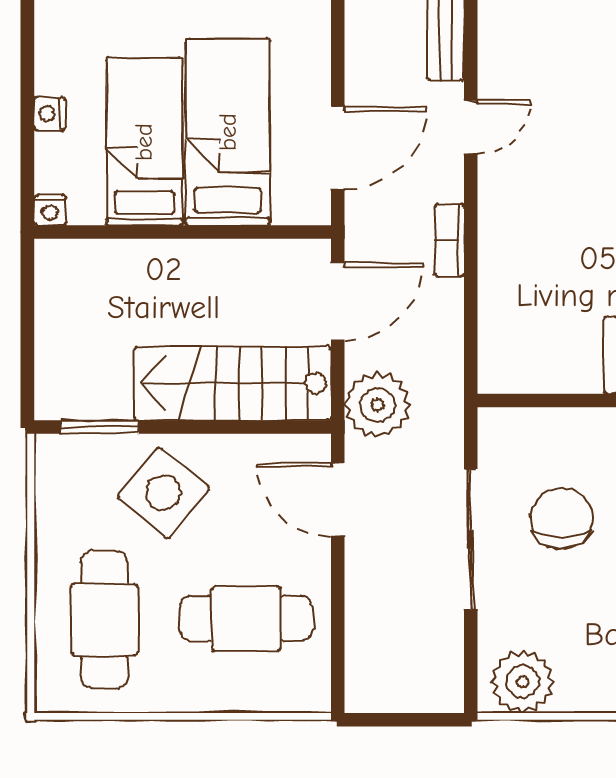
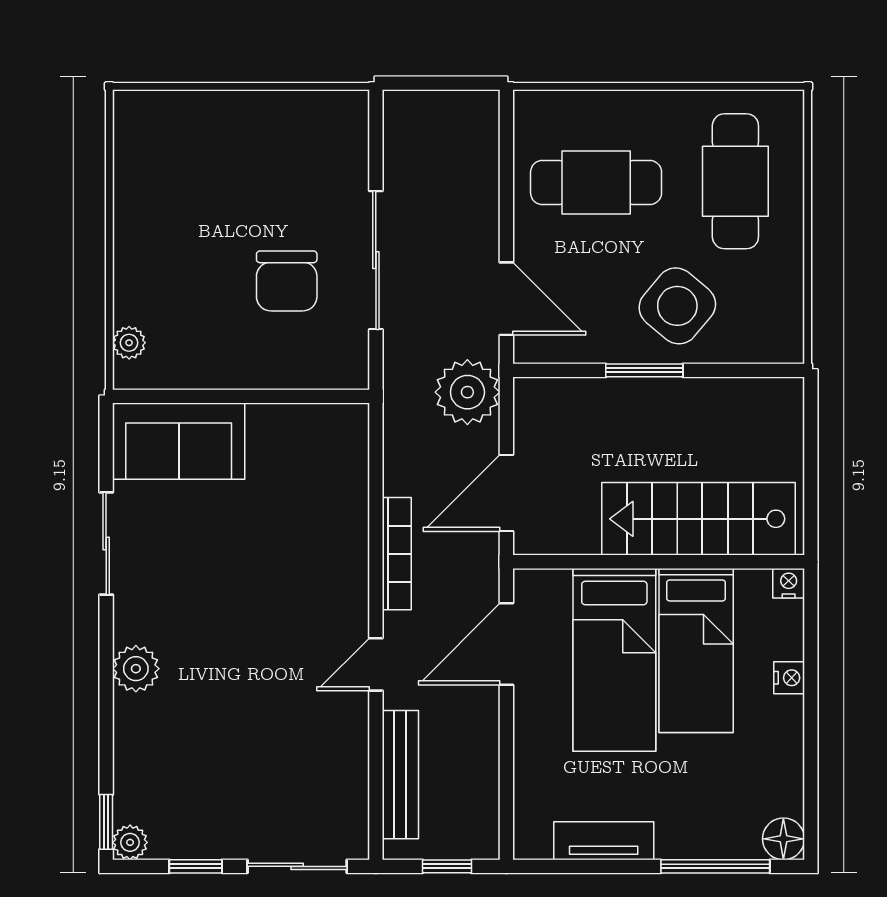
bookcase: (449, 240) -> (397, 554), width x1.56
stairs: (233, 383) -> (699, 519), moved, turned 180
window: (100, 427) -> (644, 370), moved
plant: (523, 682) -> (325, 120), removed

